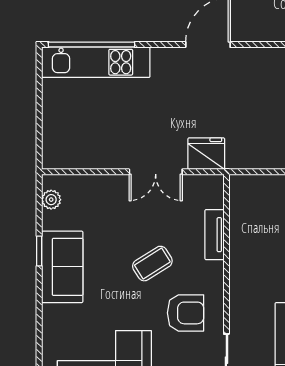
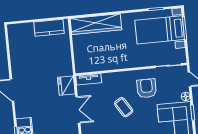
tv unit: (215, 235) -> (89, 79), moved

